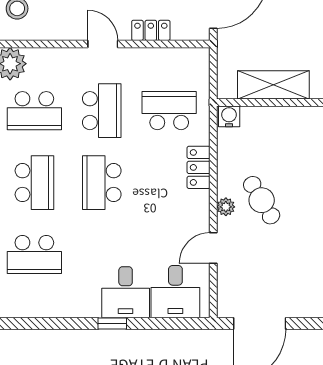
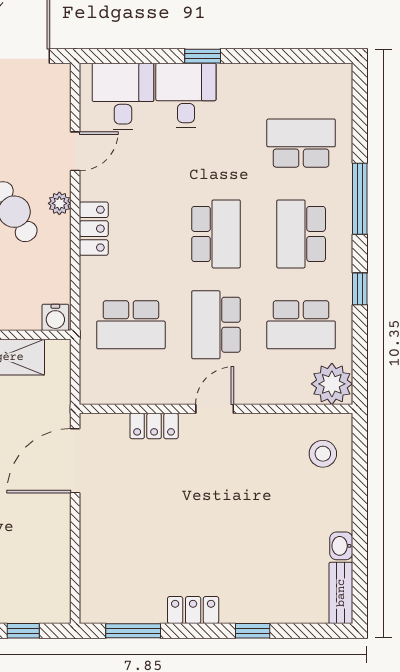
door: (103, 44) -> (215, 409), swing flipped
school desk: (34, 111) -> (301, 325), turned 180
locker: (199, 167) -> (94, 229), moved

